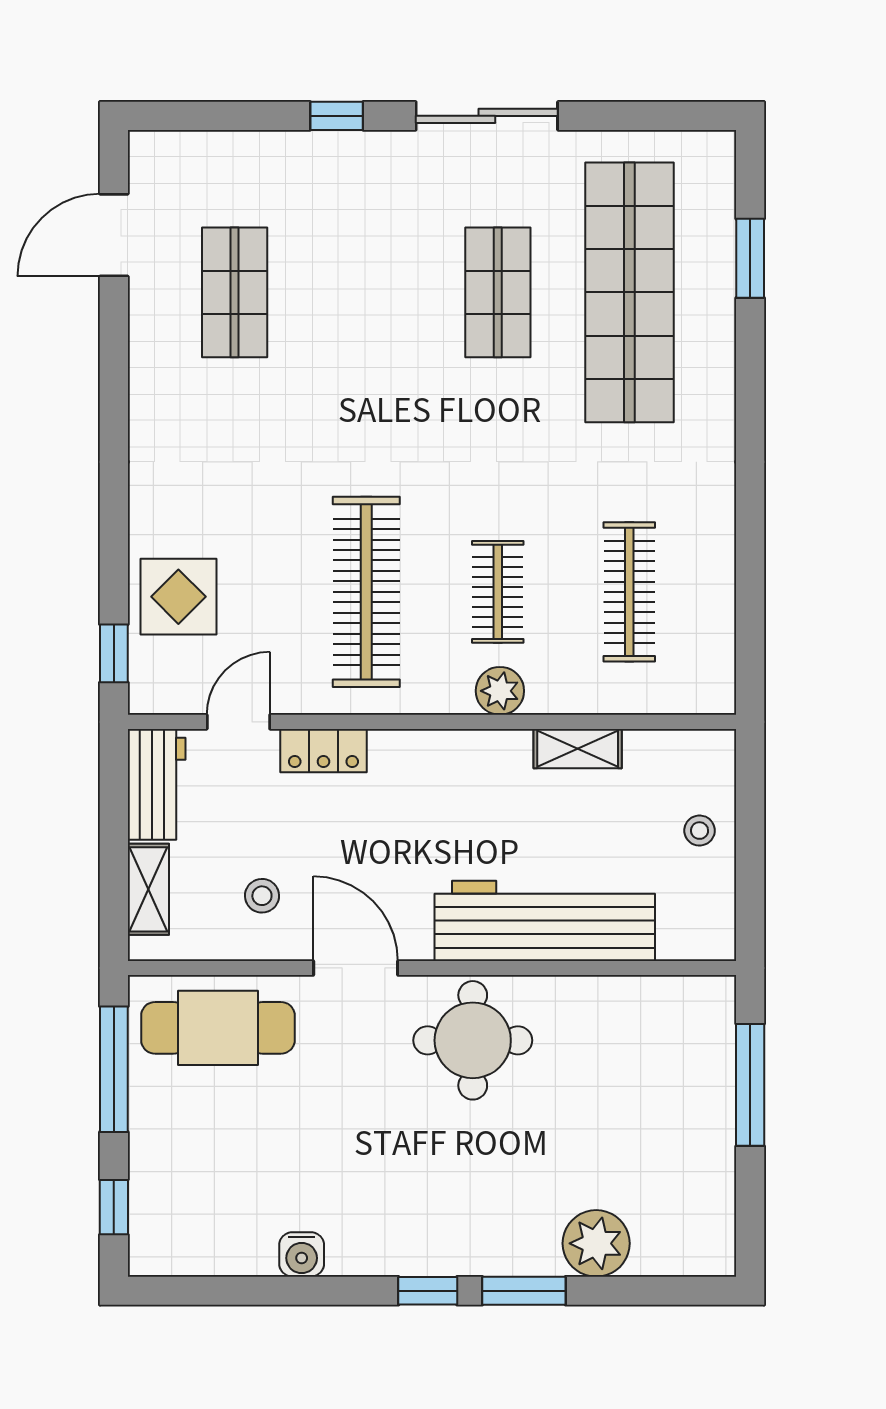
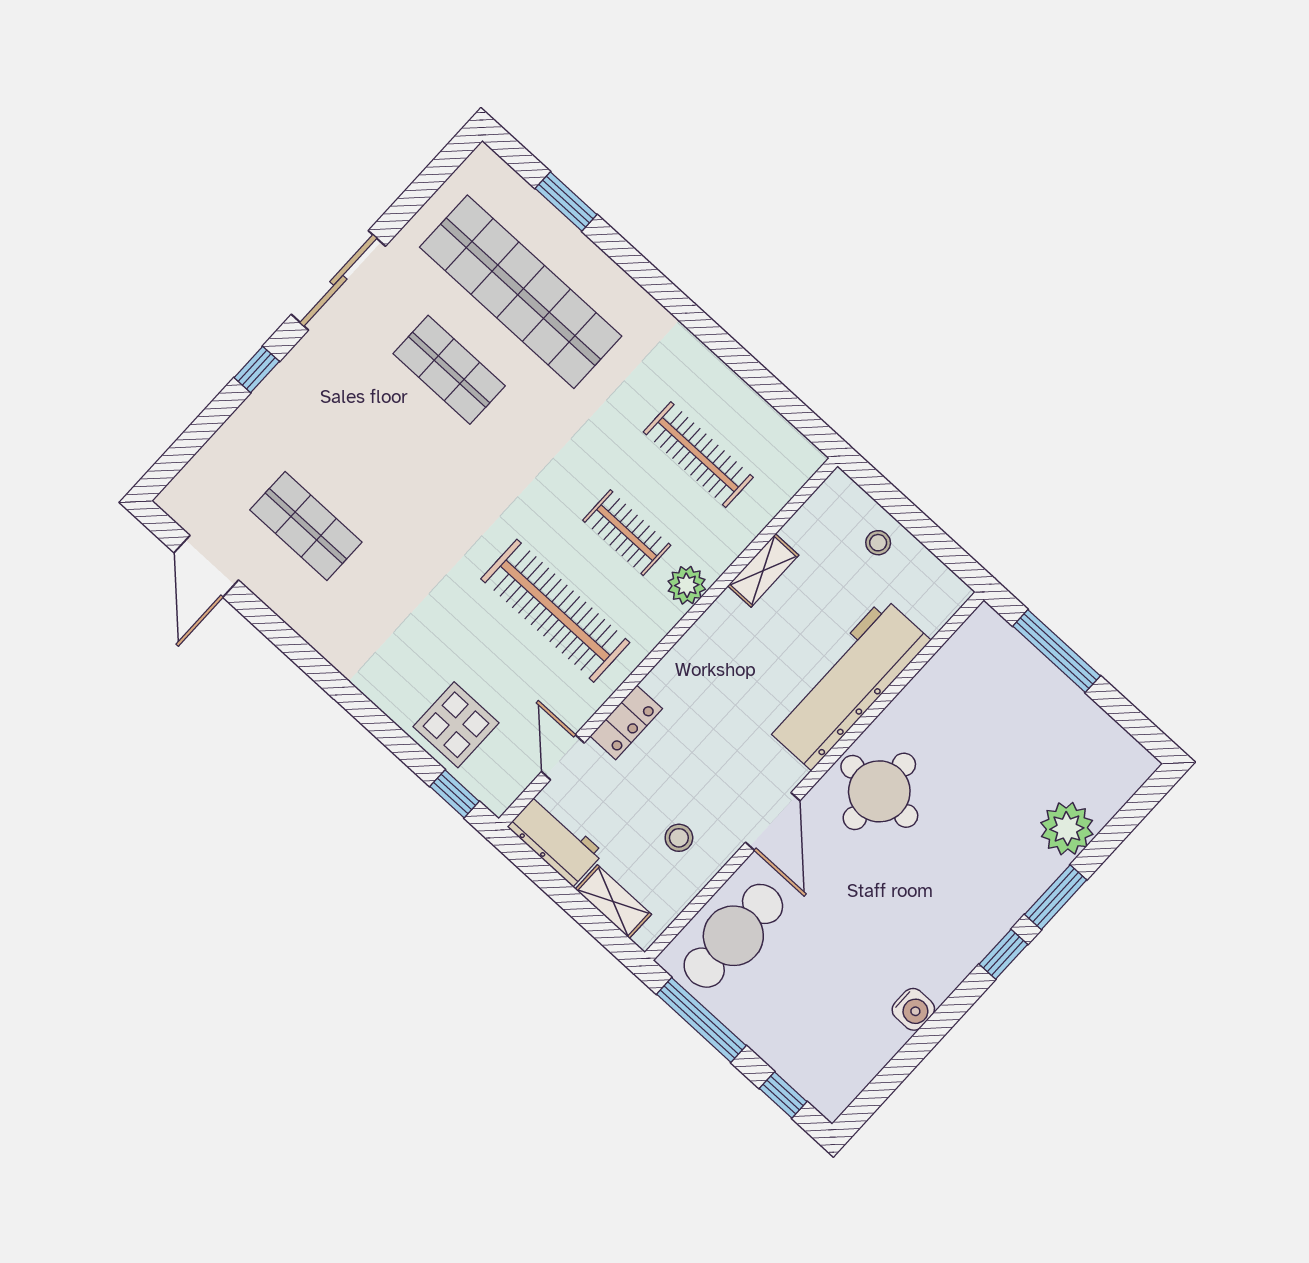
door: (356, 968) -> (773, 822), swing flipped

